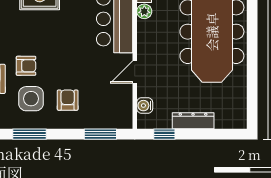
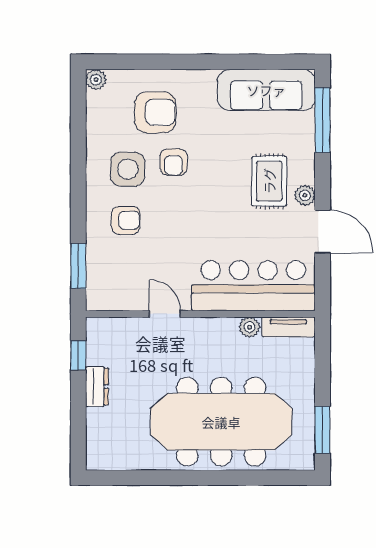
water cooler: (145, 106) -> (118, 328), removed
dresser: (193, 121) -> (97, 386), width x0.70
window: (30, 134) -> (78, 167), removed

